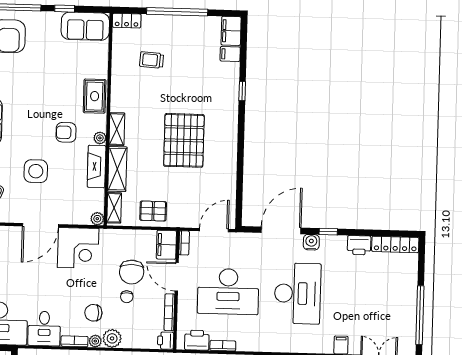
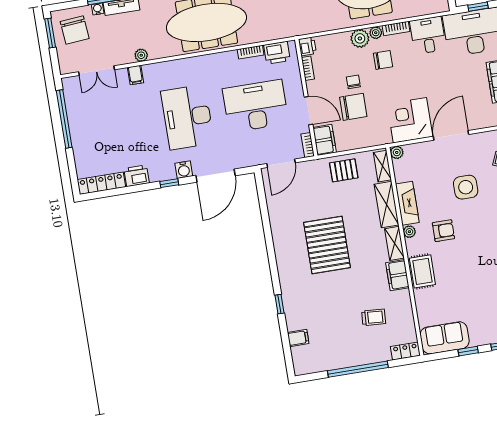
filing cabinet: (231, 31) -> (397, 275), moved, turned 180
chair: (132, 272) -> (353, 107), turned 90
bookcase: (169, 312) -> (308, 68), width x0.64

